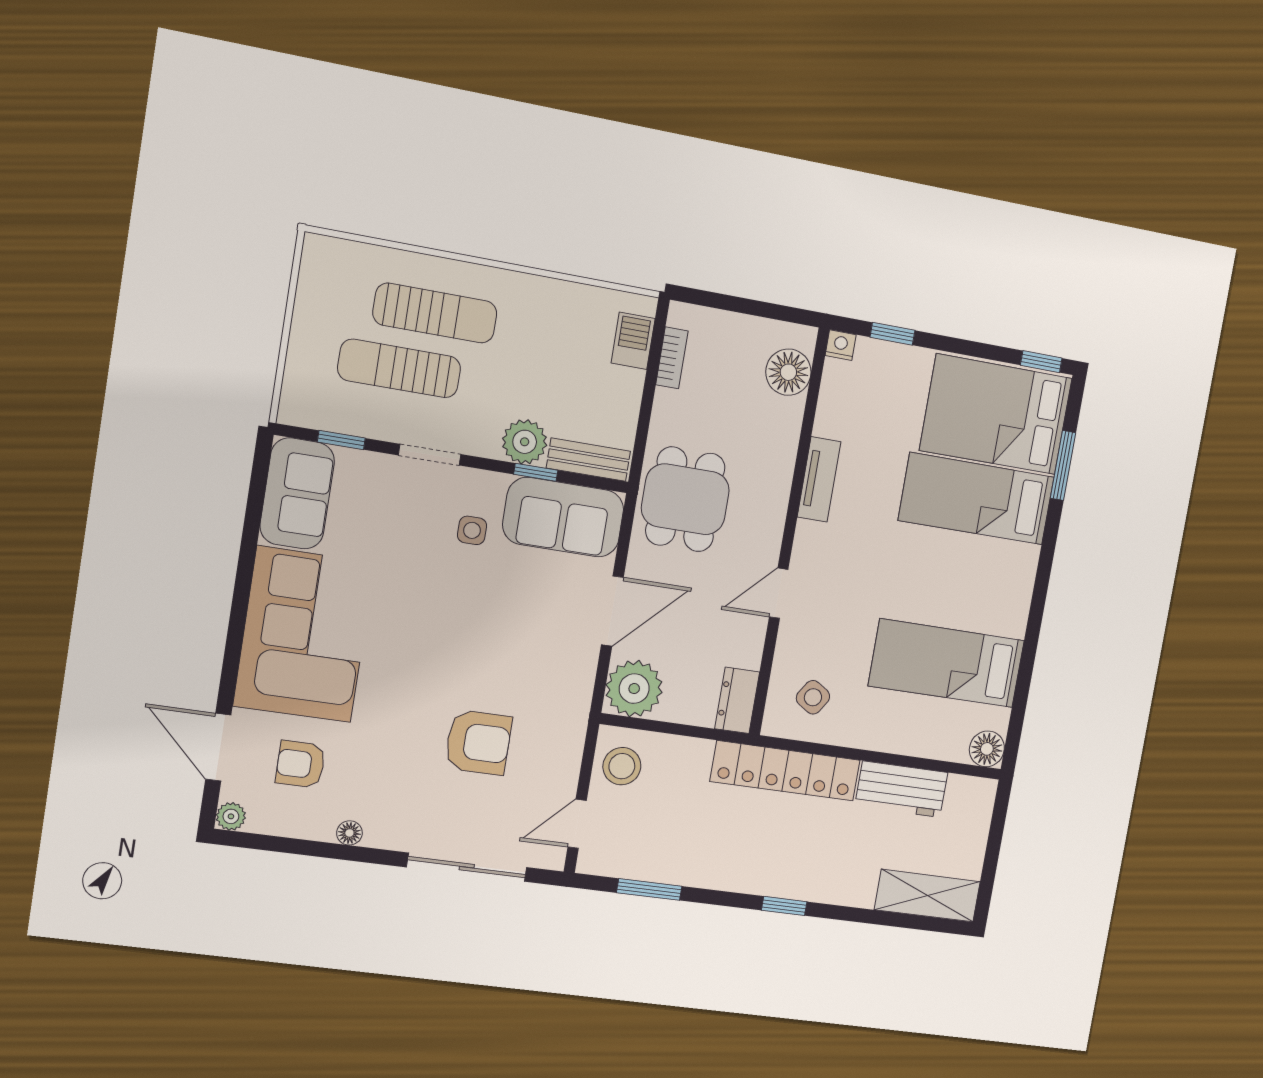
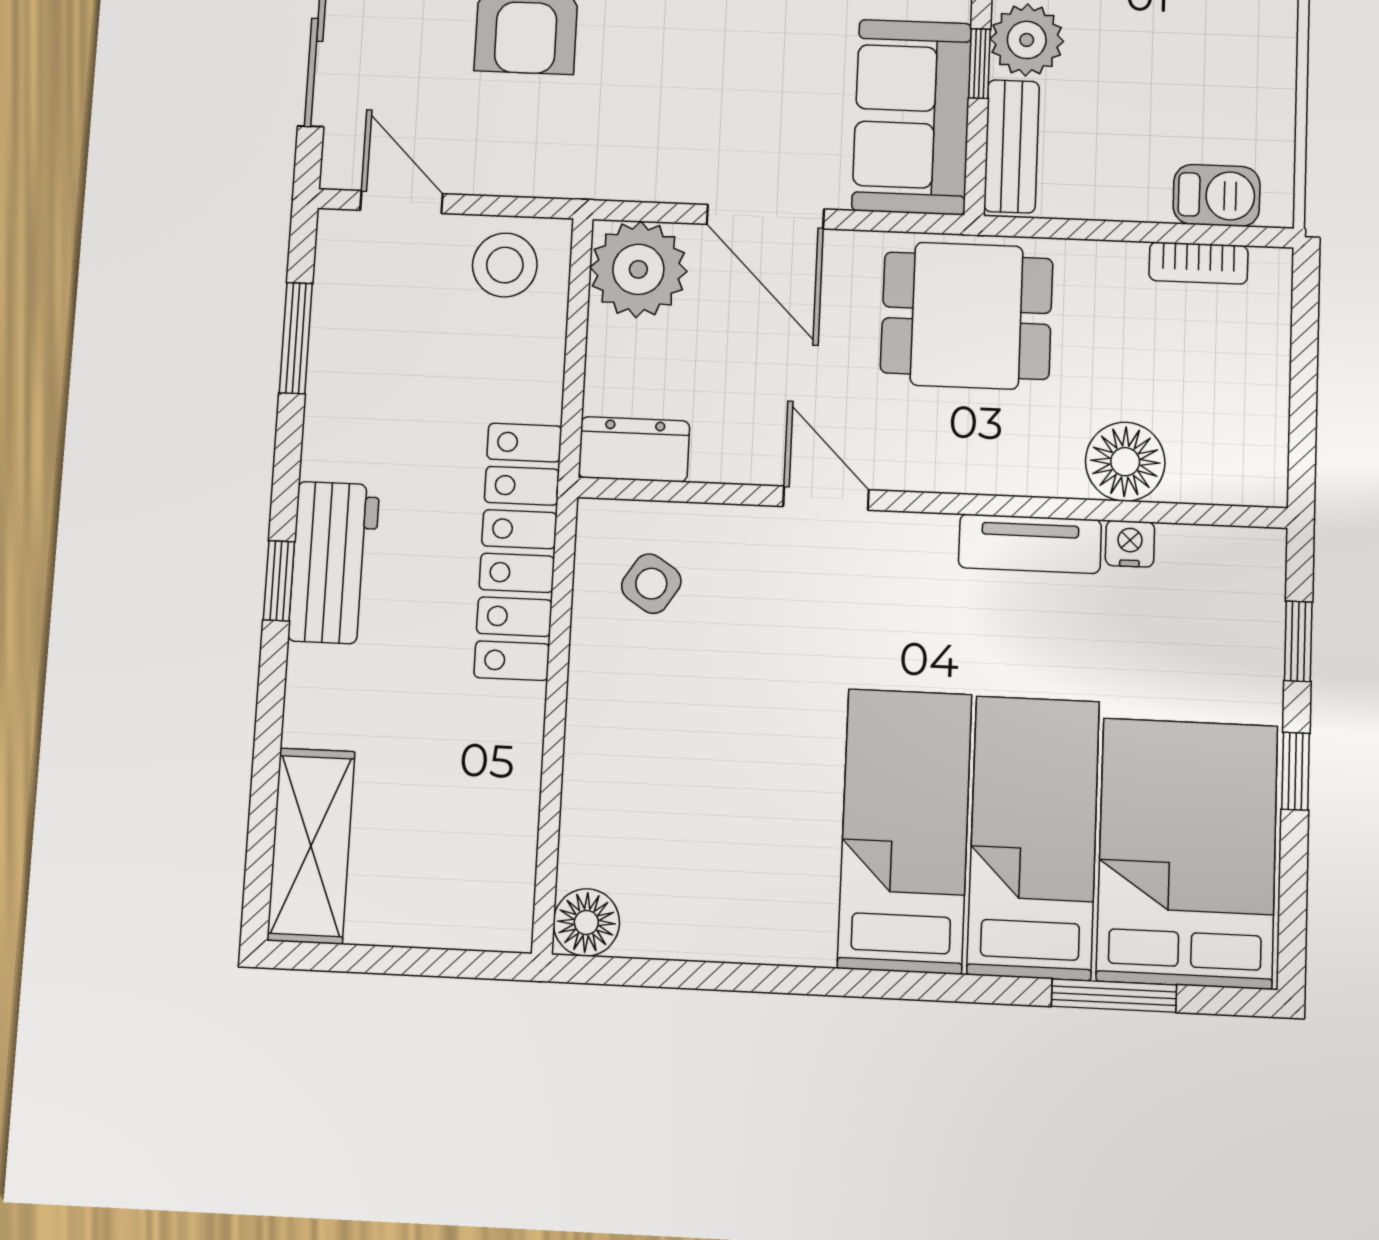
nightstand: (841, 345) -> (1130, 544), moved, turned -90
window: (1041, 362) -> (1296, 771), moved
floor lamp: (788, 372) -> (1125, 462), moved
bed: (947, 663) -> (905, 831), moved
workbench: (901, 789) -> (334, 563), moved, turned 180

